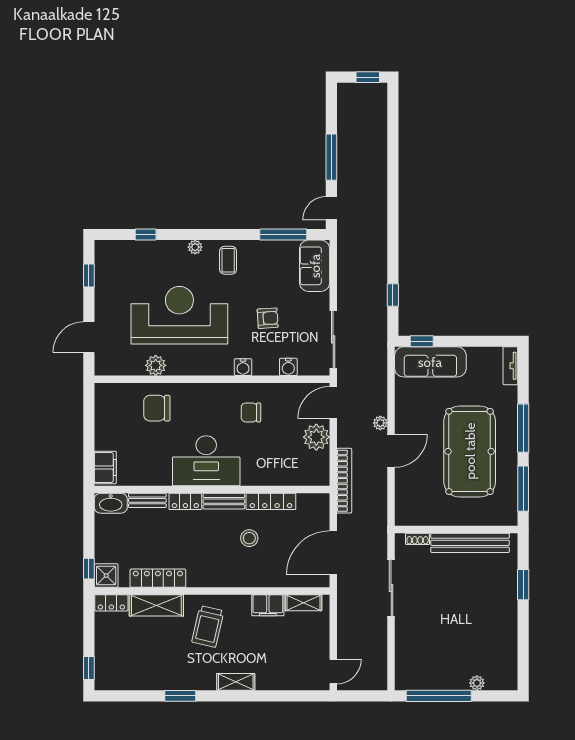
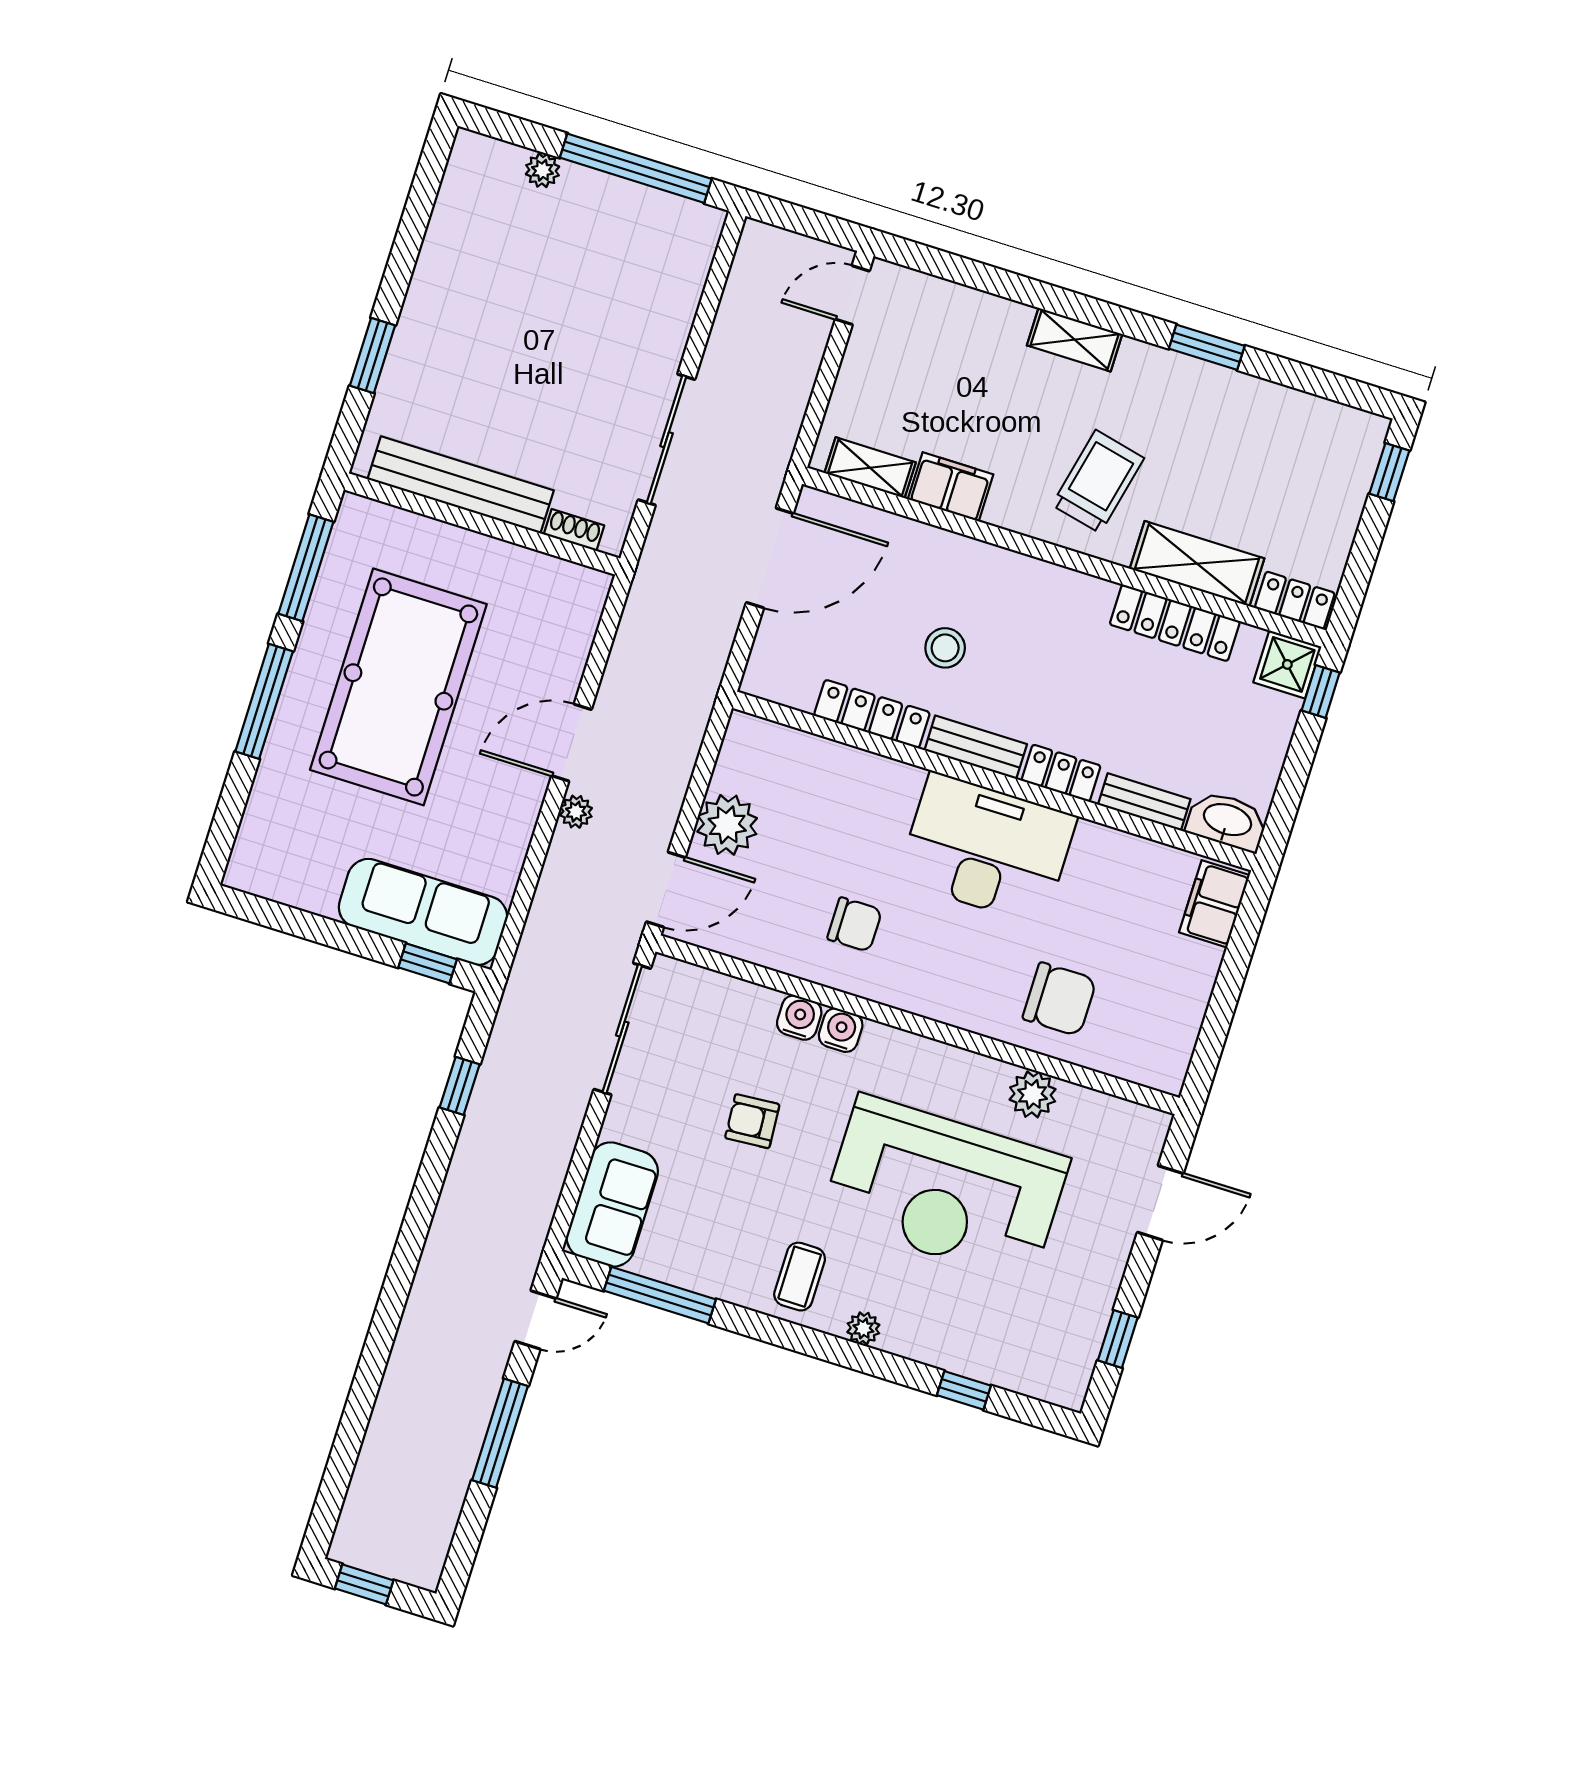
tv unit: (510, 366) -> (249, 848), removed
water cooler: (288, 367) -> (799, 1018), moved
bookcase: (344, 481) -> (696, 709), removed

